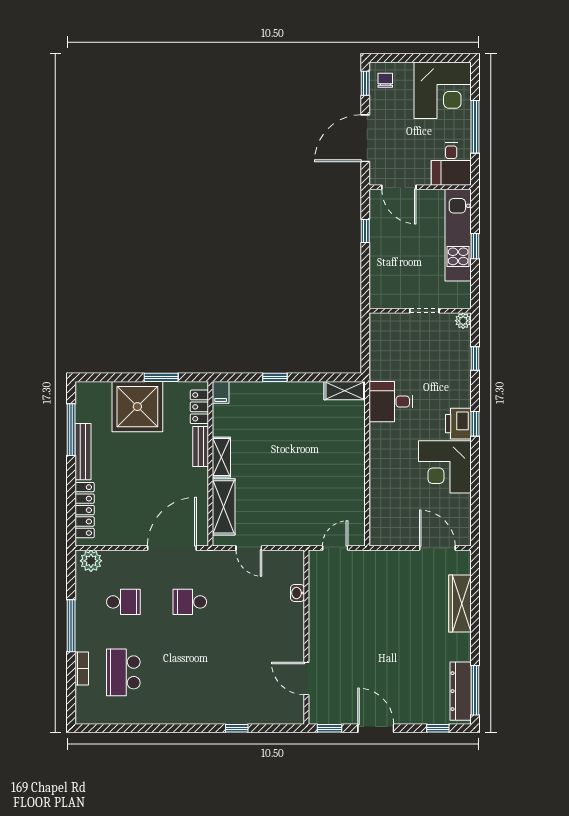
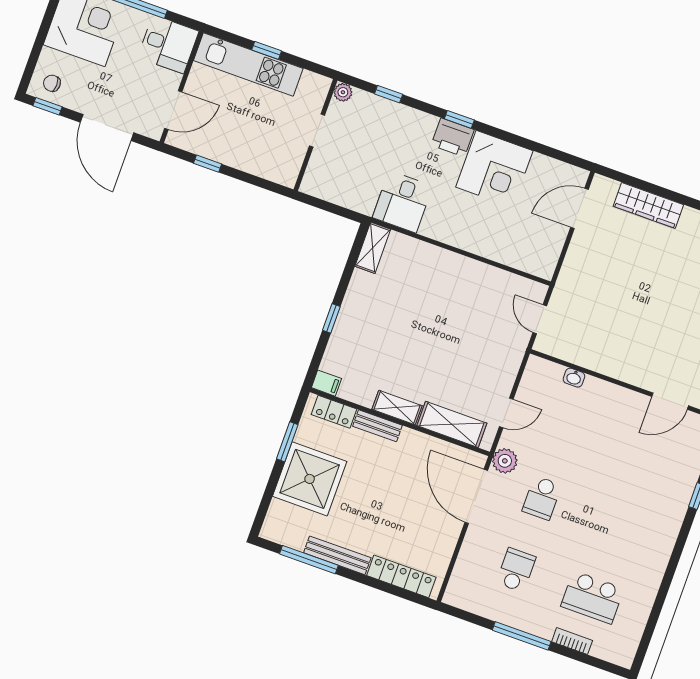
plant: (91, 561) -> (505, 461), moved

